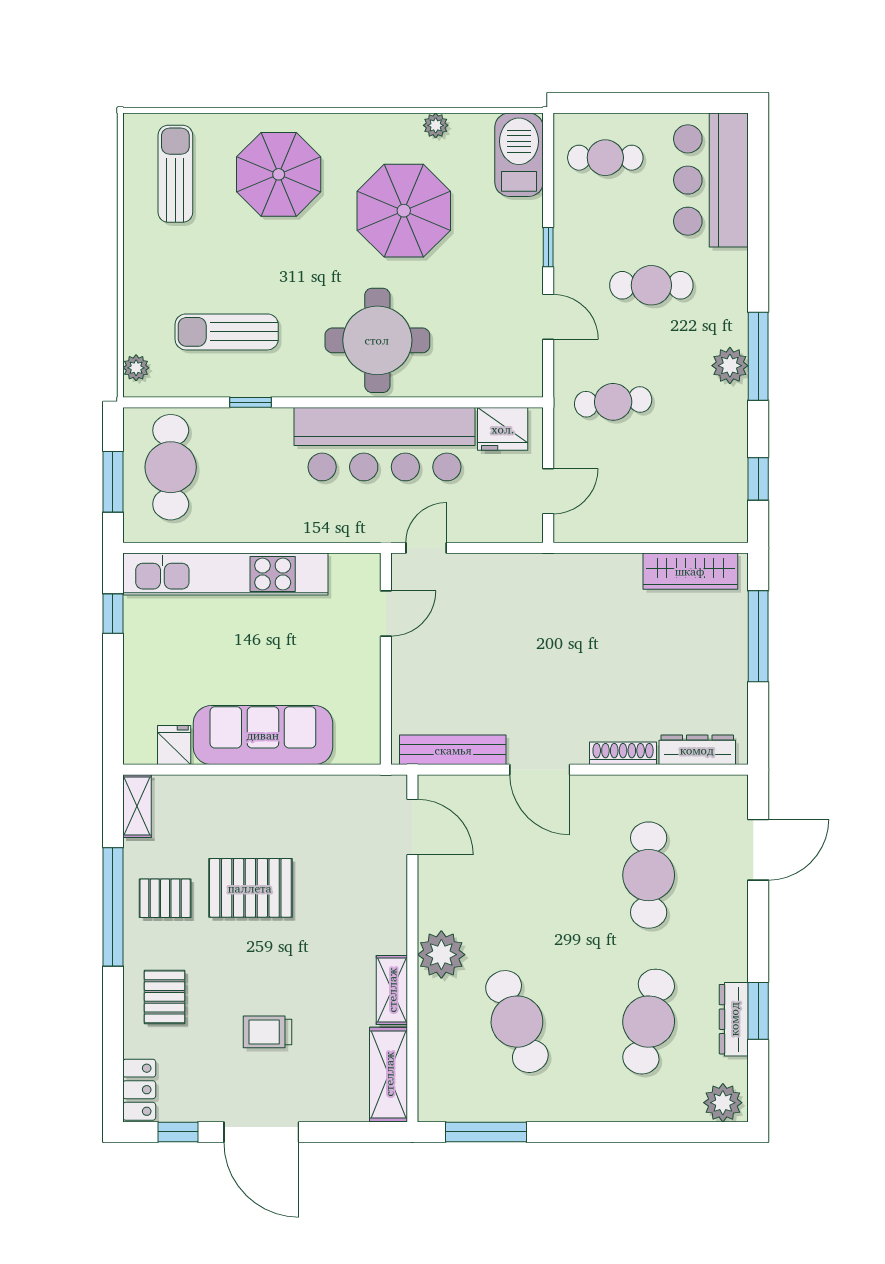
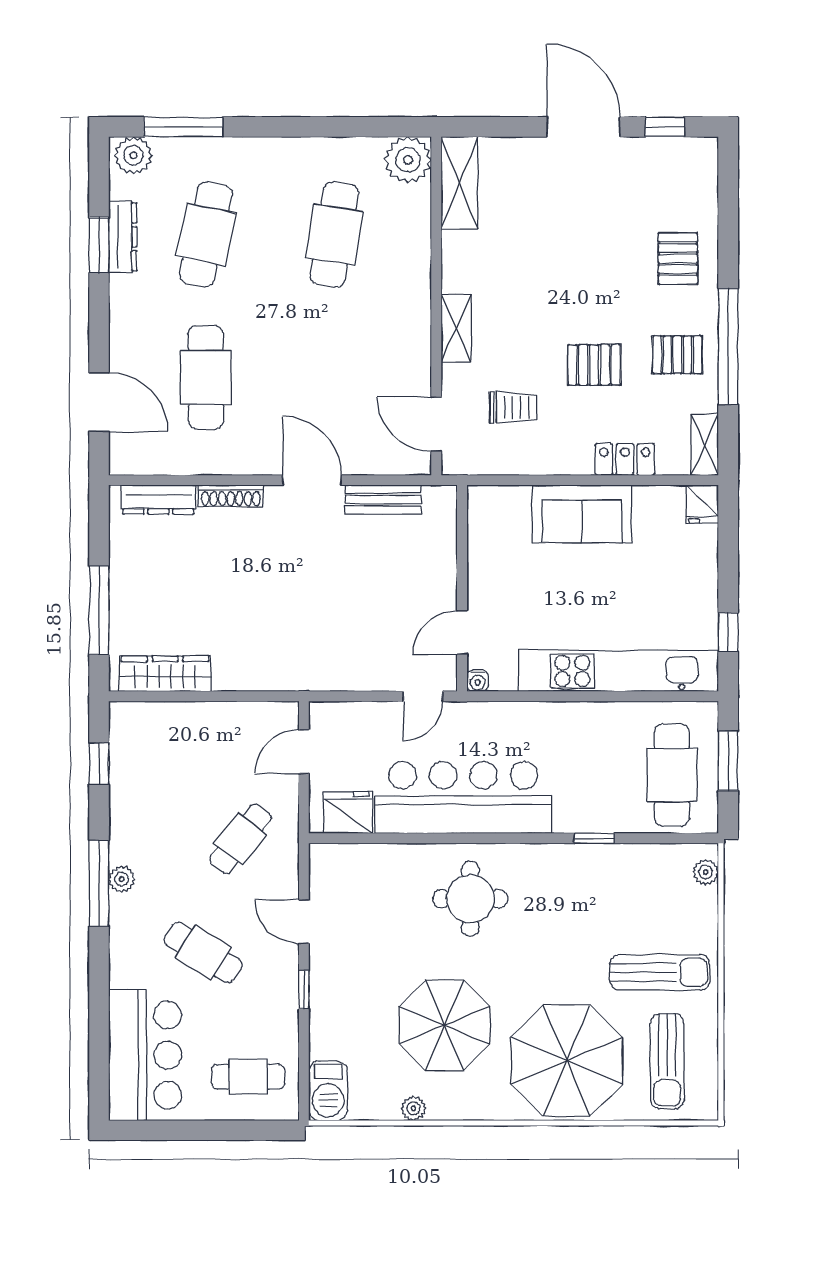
barbecue: (519, 155) -> (328, 1091), width x0.73, depth x0.83
parasol: (279, 174) -> (567, 1061), width x1.36, depth x1.36
cafe table: (651, 285) -> (203, 952), turned 32
sun lounger: (227, 332) -> (660, 972), moved
round table: (377, 340) -> (470, 899), width x0.73, depth x0.73
plant: (730, 366) -> (122, 879), width x0.73, depth x0.73
cafe table: (613, 402) -> (240, 839), turned -47
water cooler: (370, 564) -> (478, 681), added
sofa: (263, 735) -> (582, 514), width x0.73
fridge: (174, 745) -> (702, 504), moved
bench: (453, 750) -> (383, 499), width x0.73
door: (758, 850) -> (99, 402), swing flipped
pallet: (250, 888) -> (594, 365), width x0.67, depth x0.71
plant: (441, 955) -> (408, 160), moved
shelving: (392, 990) -> (456, 328), moved
cafe table: (517, 1022) -> (334, 235), turned 30
trolley: (268, 1032) -> (513, 407), moved
locker: (139, 1090) -> (625, 459), moved, turned 90
window: (486, 1132) -> (183, 127), moved

